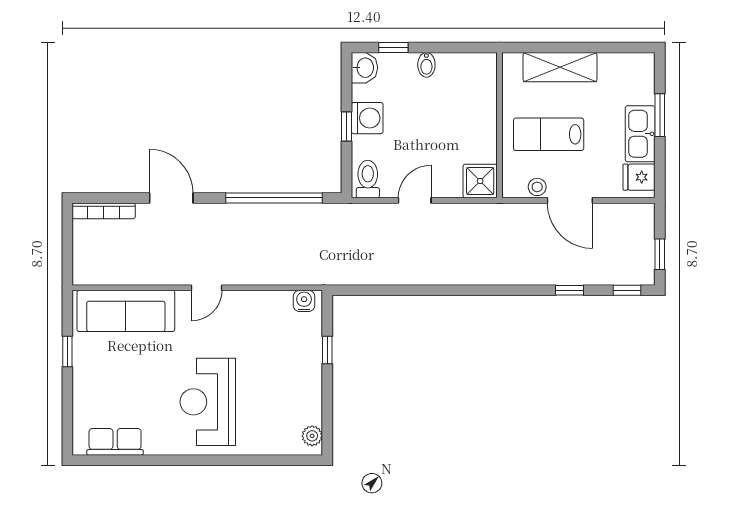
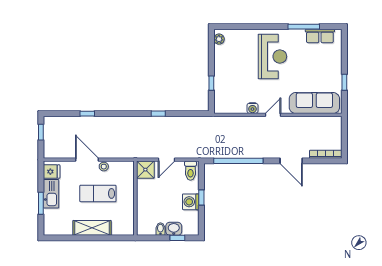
washbasin: (364, 68) -> (174, 229), moved, turned 90
wall: (500, 125) -> (135, 198), moved
lab bench: (549, 134) -> (98, 193), turned 180
shower: (480, 181) -> (145, 170), moved
window: (627, 290) -> (158, 114), moved
water cooler: (304, 301) -> (252, 108), moved
window: (146, 460) -> (304, 27), added

